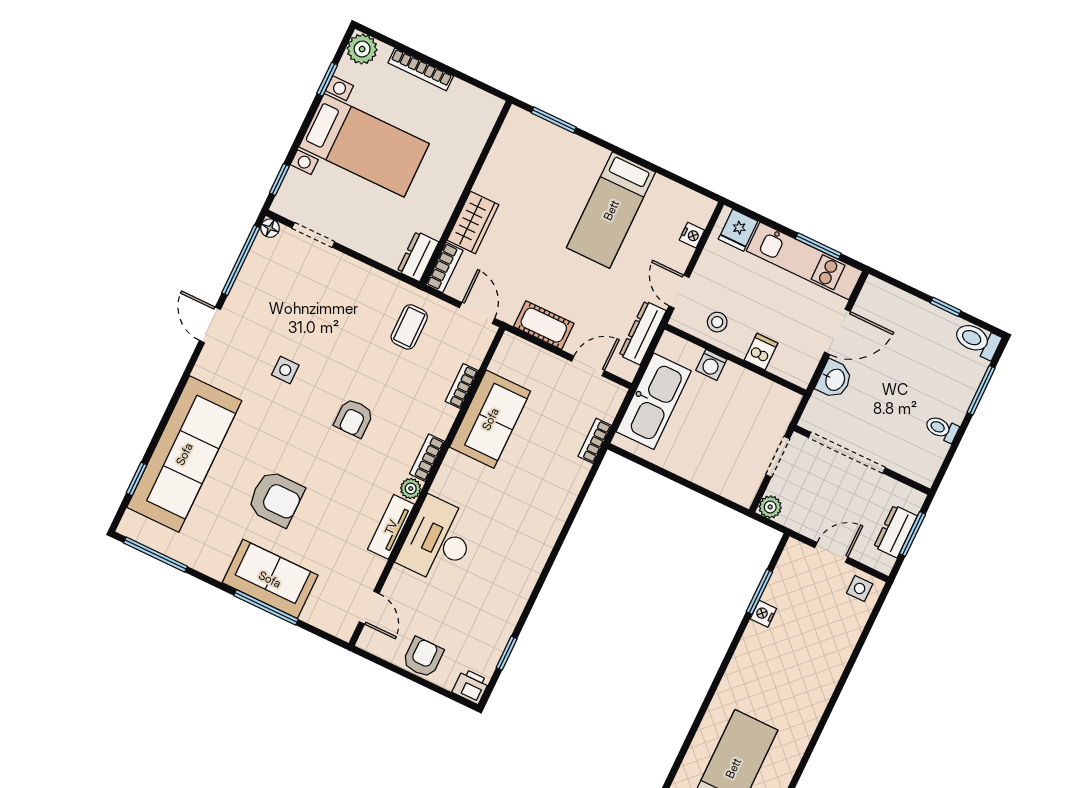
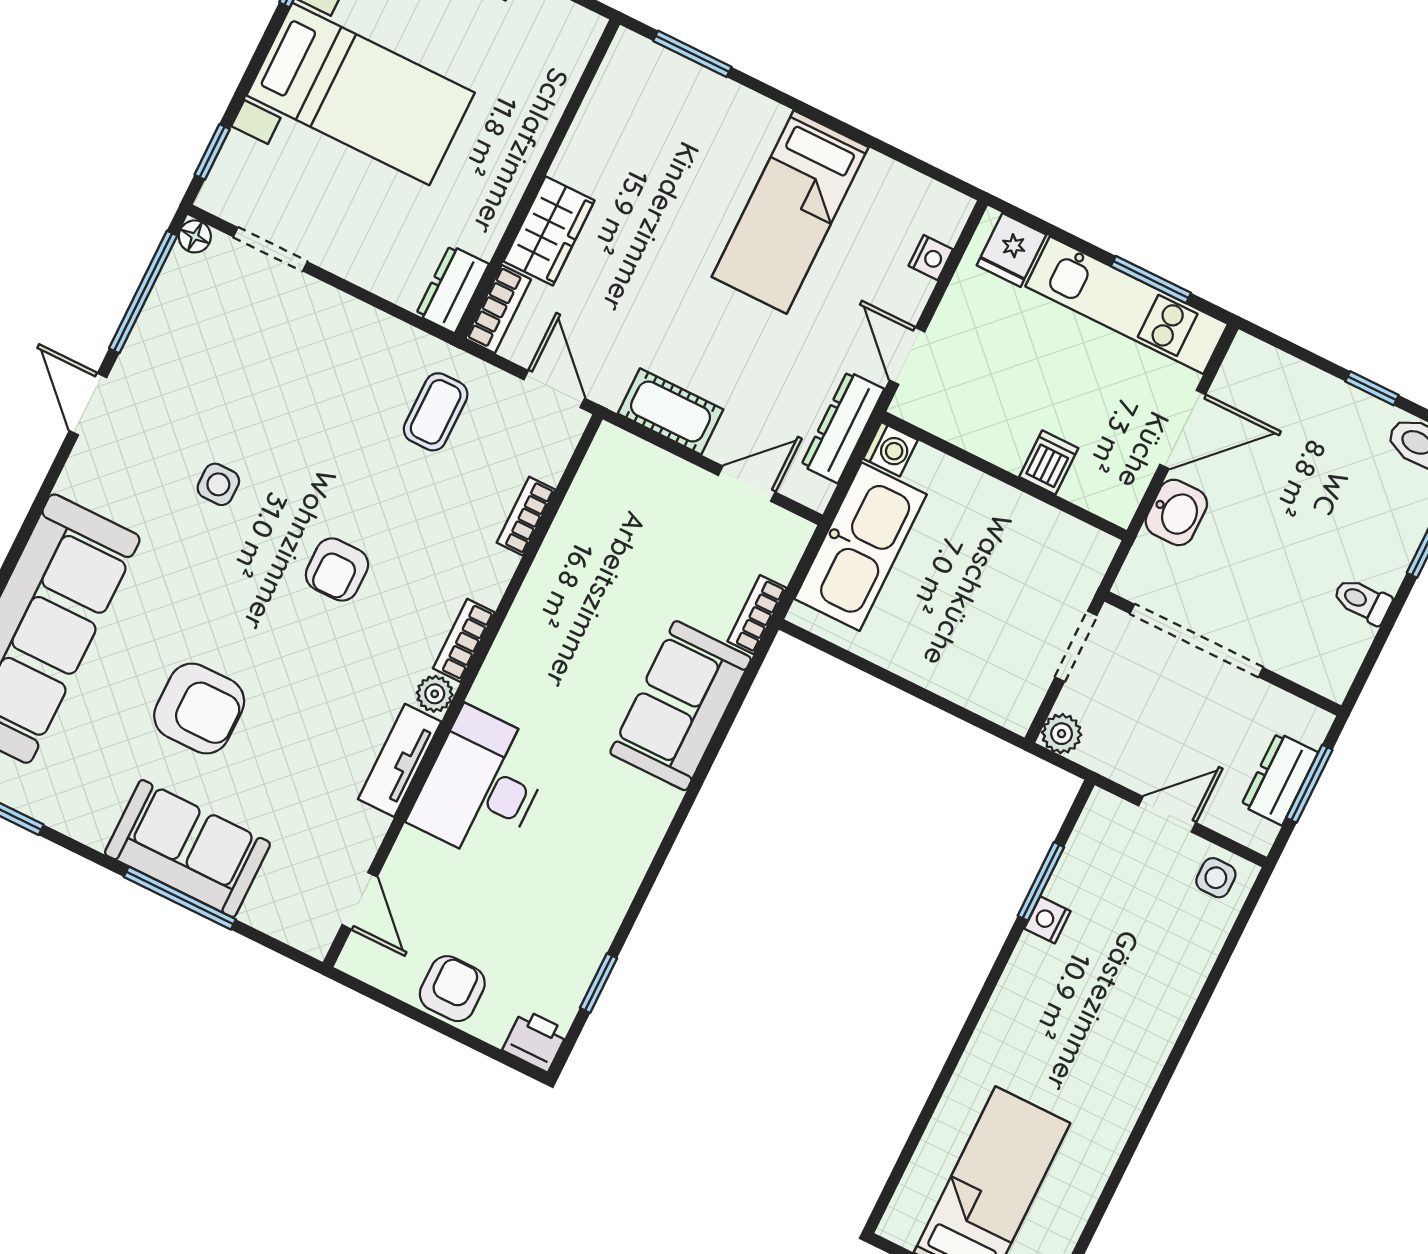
stool: (717, 322) -> (973, 410), removed
washing machine: (711, 365) -> (890, 449), moved, turned -90
sofa: (490, 419) -> (681, 706), moved, turned 180

